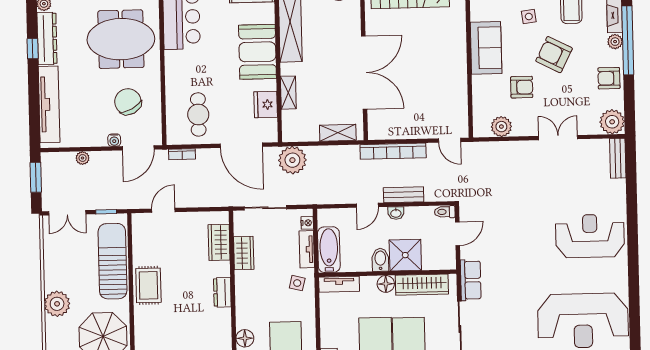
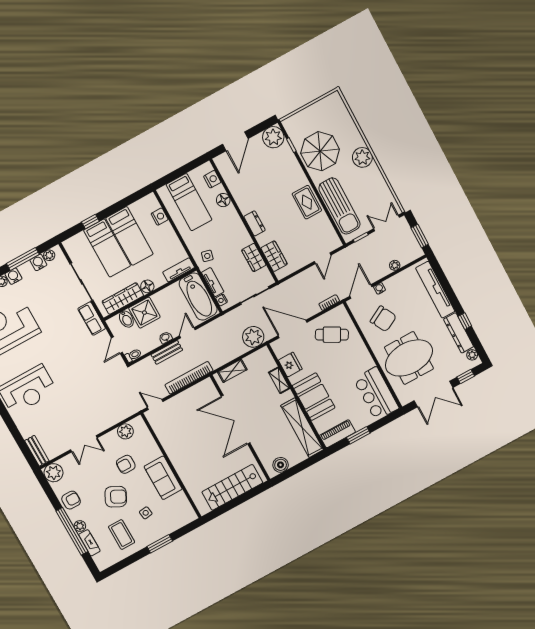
cafe table: (198, 114) -> (332, 335), turned -61
bathtub: (329, 250) -> (198, 297), width x1.36, depth x1.36
bidet: (380, 260) -> (126, 319), moved

